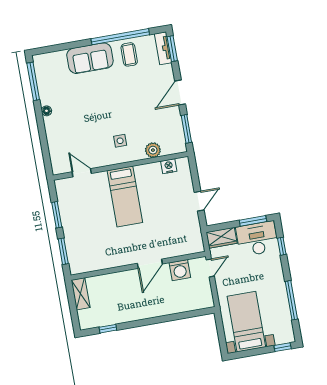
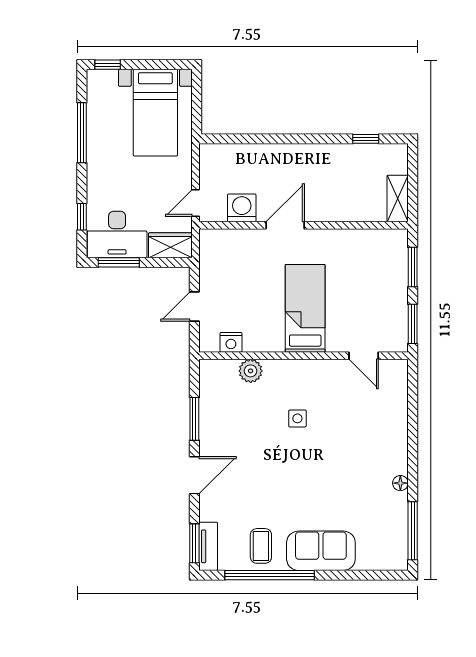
plant: (153, 150) -> (251, 371), moved
wall: (121, 166) -> (303, 356), moved
nightstand: (169, 166) -> (231, 342), moved
door: (82, 173) -> (364, 356), moved
bed: (125, 197) -> (305, 308), moved

